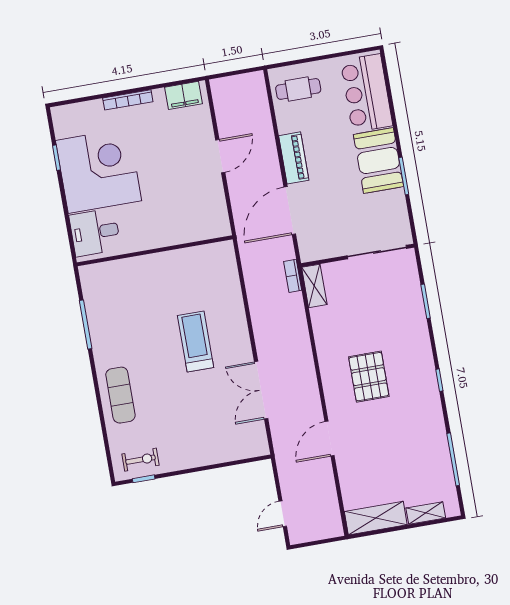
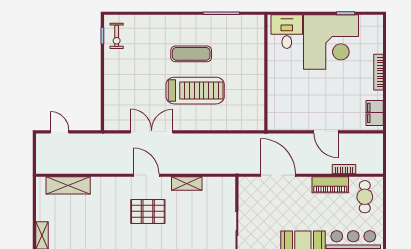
piano: (294, 158) -> (330, 185), moved
bookcase: (293, 276) -> (344, 169), moved
shelving: (314, 286) -> (187, 183), moved
treadmill: (196, 342) -> (195, 91), width x1.37, depth x1.38
exercise mat: (120, 395) -> (191, 54), moved
door: (330, 439) -> (146, 175), moved
shelving: (376, 518) -> (68, 185), moved, turned 90

